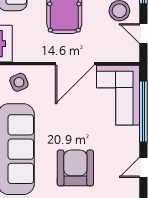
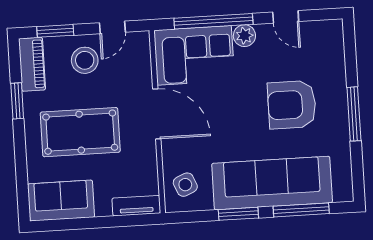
plant: (131, 135) -> (244, 36), added

